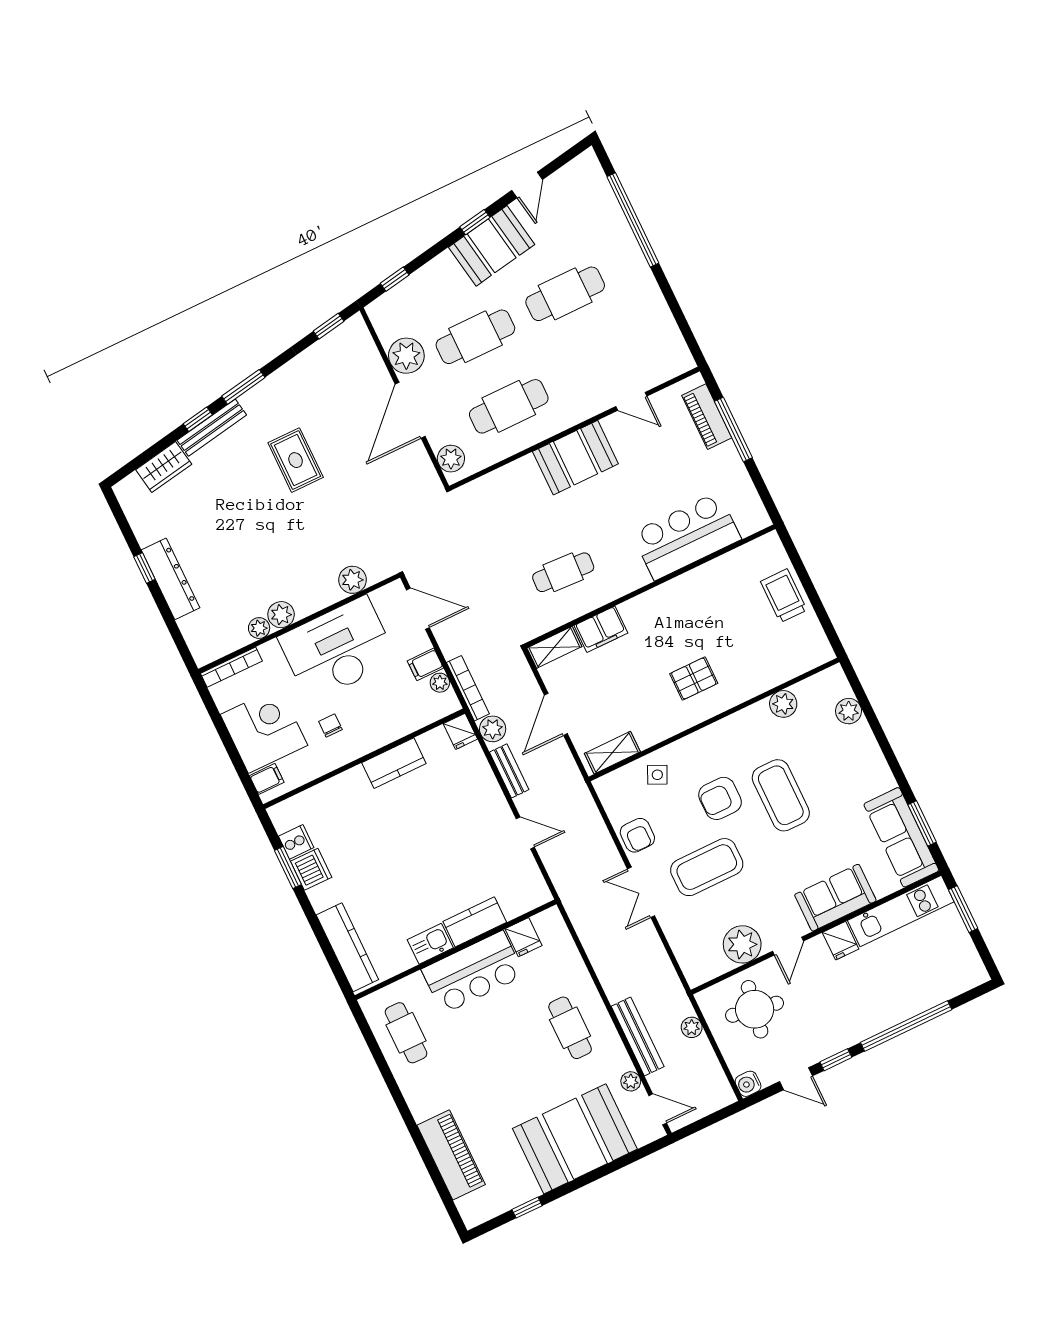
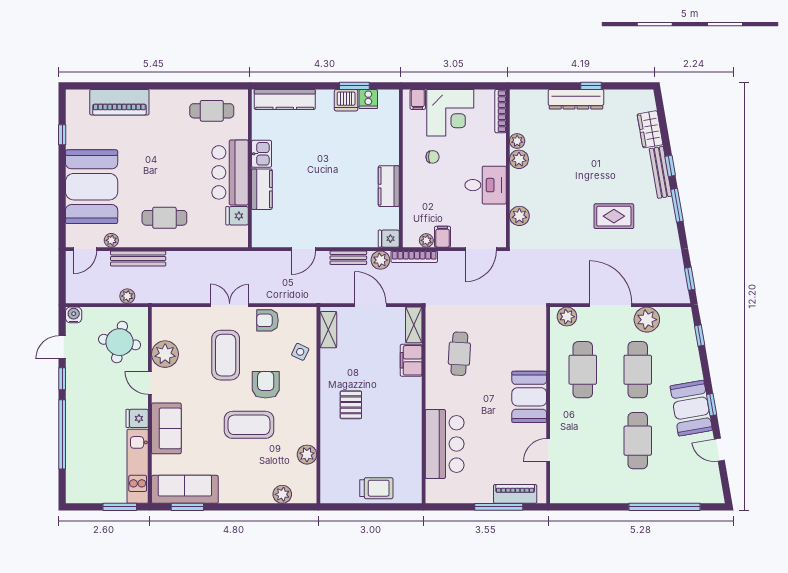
desk: (338, 649) -> (486, 185), width x0.53, depth x0.77

